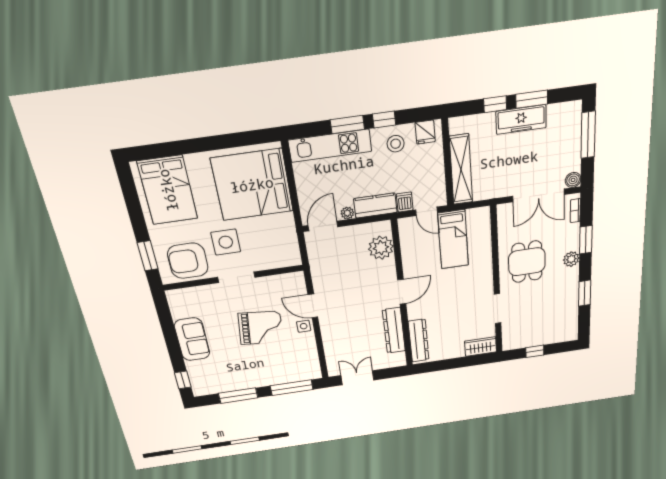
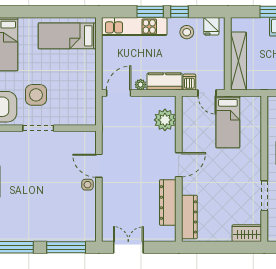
bed: (252, 185) -> (67, 36), width x0.49
grand piano: (260, 328) -> (49, 180), removed

